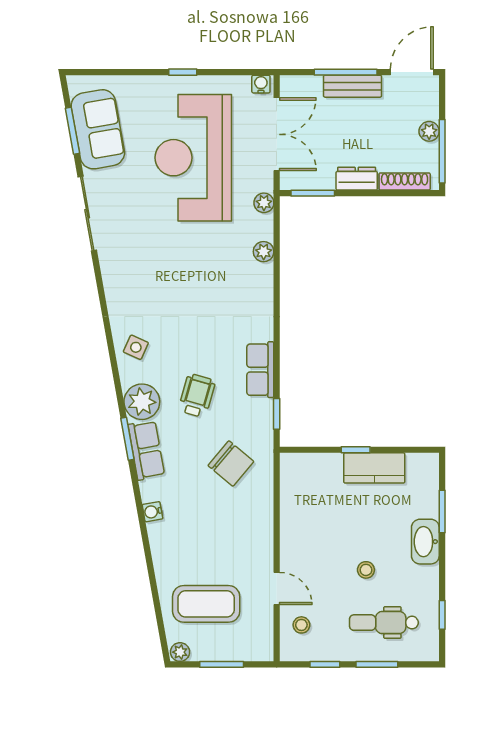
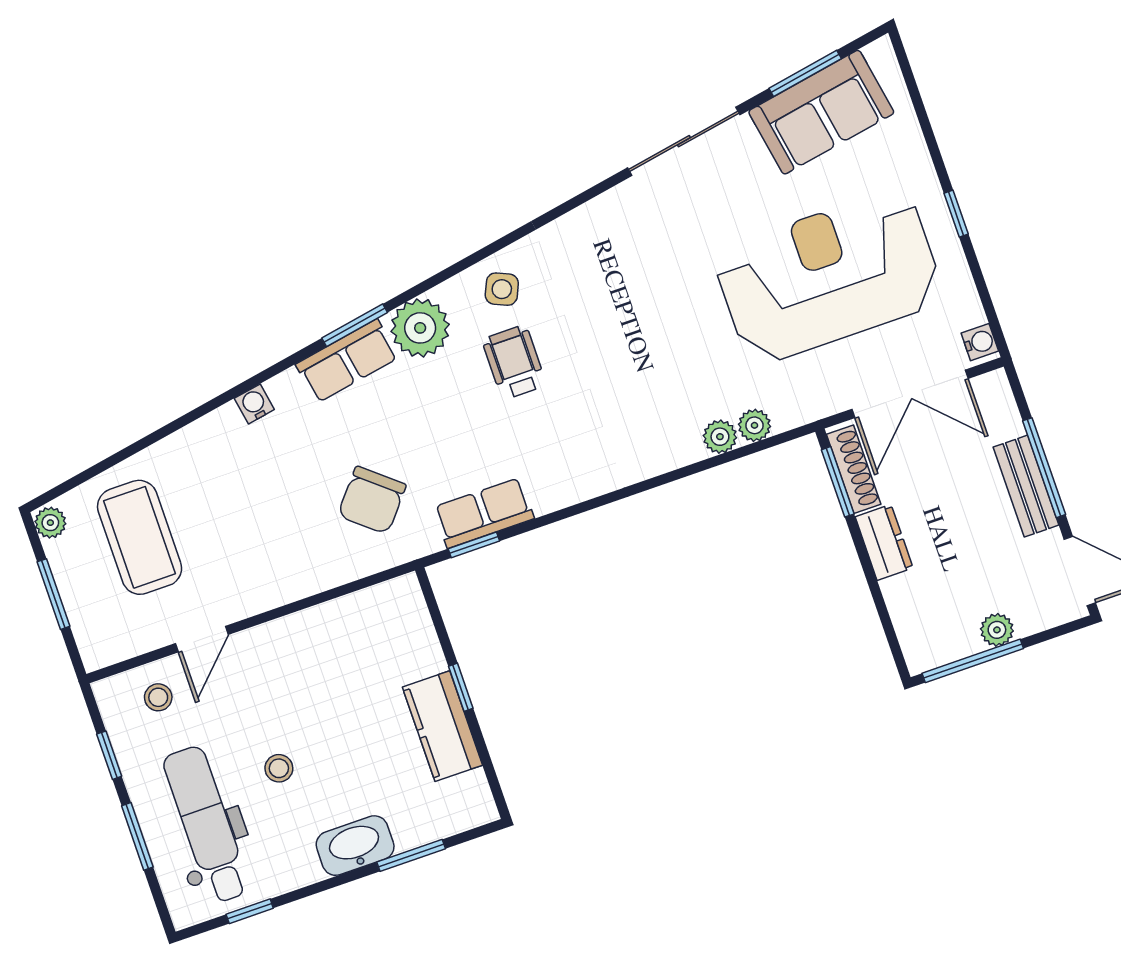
shoe rack: (405, 182) -> (854, 469), moved
plant: (264, 203) -> (754, 425), moved
row of seats: (260, 370) -> (484, 513), moved
wheelchair: (197, 395) -> (514, 362), moved, turned -106
dental chair: (384, 623) -> (206, 825), width x1.36, depth x1.38

